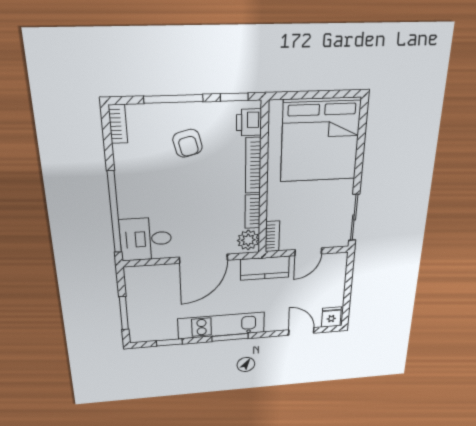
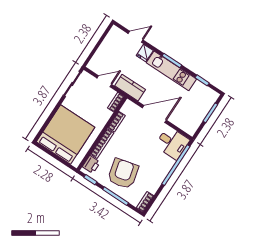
armchair: (188, 143) -> (123, 174), width x1.88, depth x1.88
plant: (248, 240) -> (128, 109), removed
fridge: (331, 317) -> (145, 53), moved
door: (301, 331) -> (136, 37), swing flipped

